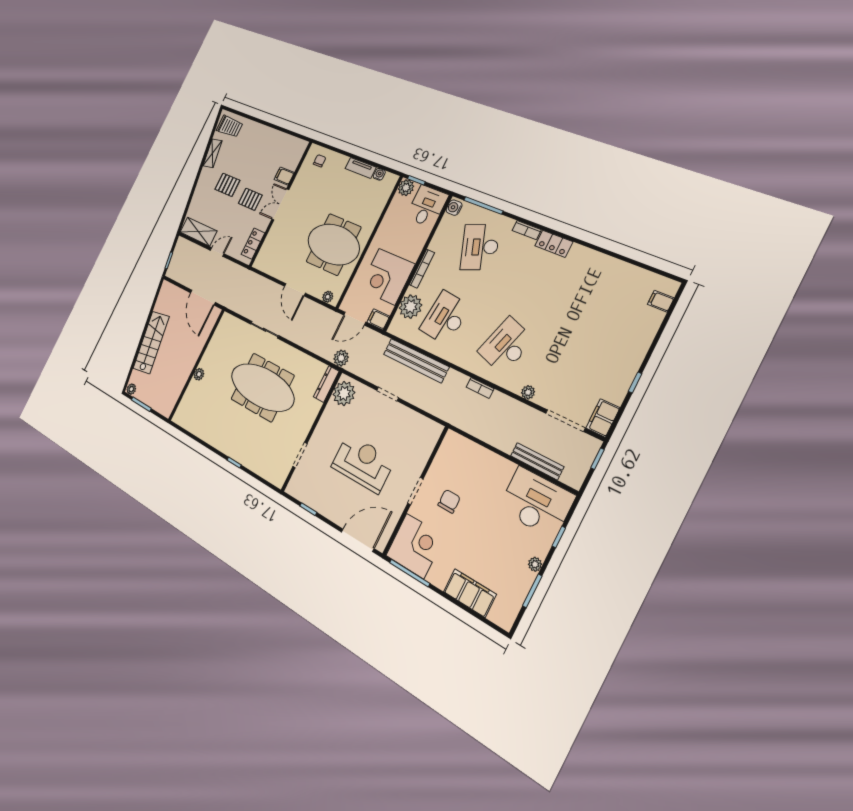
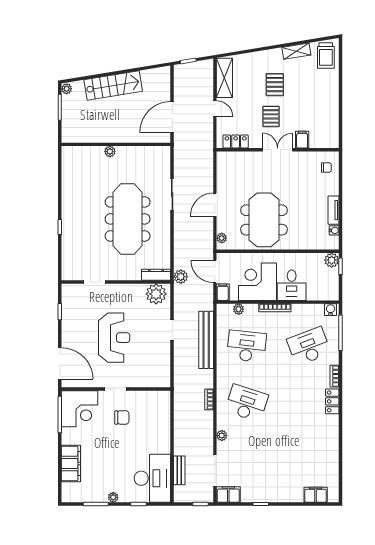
desk: (427, 206) -> (292, 285), moved, turned 90
filing cabinet: (661, 301) -> (316, 495), width x2.00
plant: (411, 307) -> (239, 309), width x0.53, depth x0.53
bench: (537, 461) -> (179, 470), width x0.73

